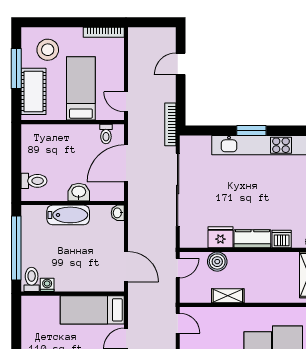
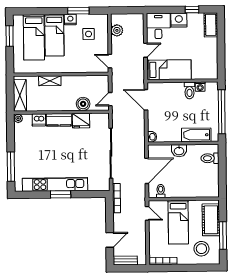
bench: (158, 34) -> (125, 261), added
bathtub: (68, 215) -> (196, 135), moved
toilet: (32, 279) -> (189, 90), moved
shelving: (228, 296) -> (50, 81), moved

